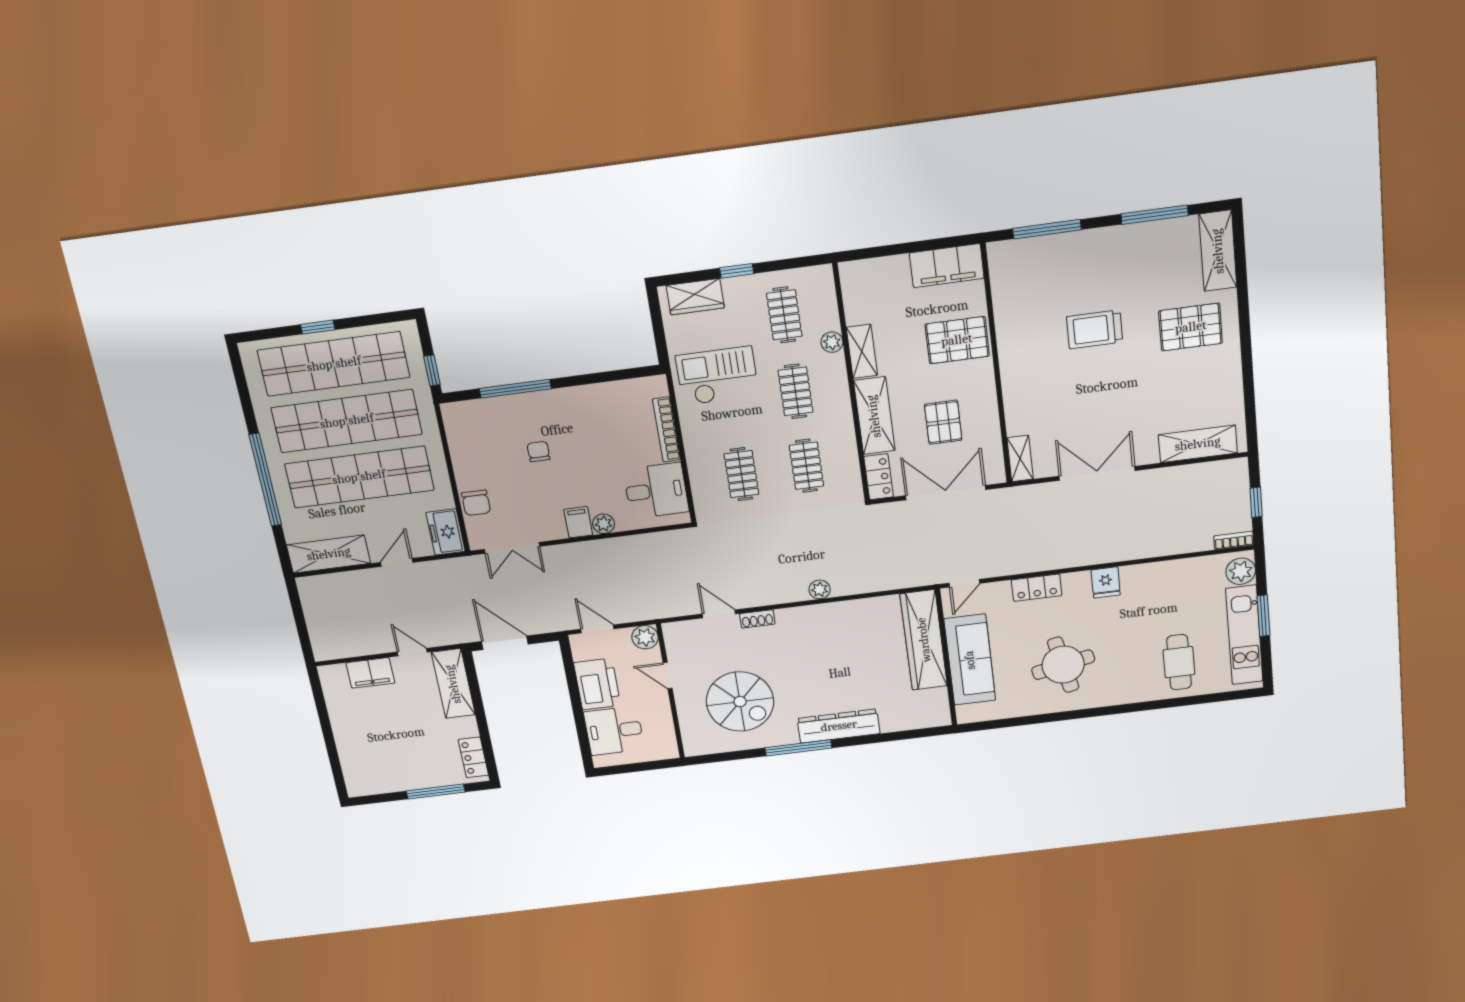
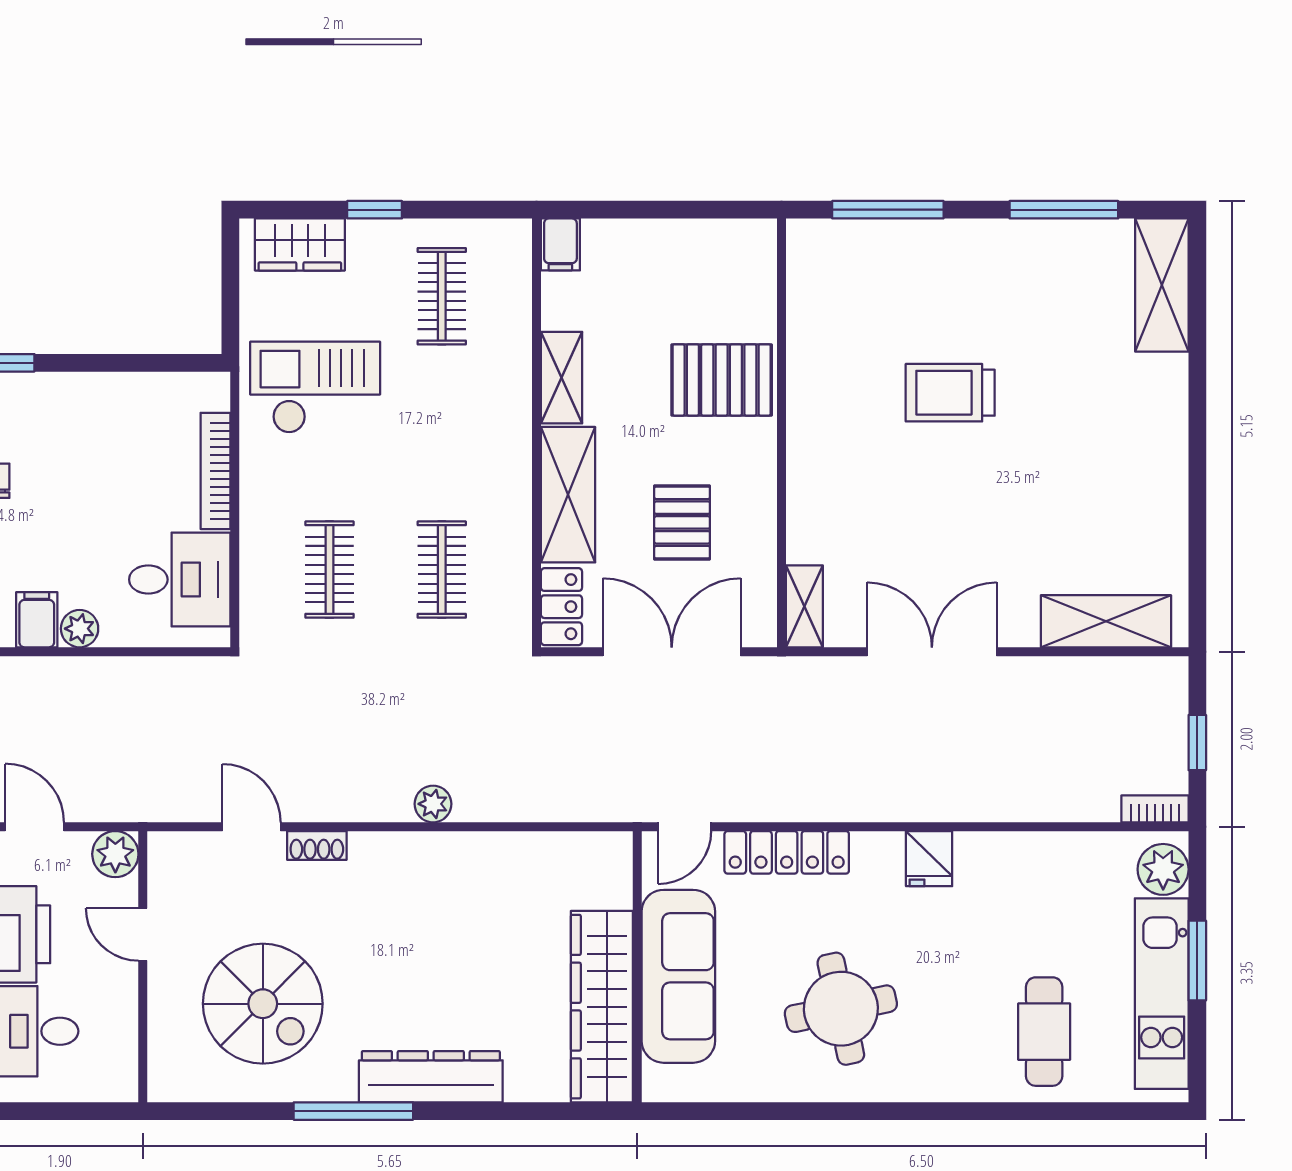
filing cabinet: (947, 266) -> (560, 244), moved, width x0.33, depth x0.86
pallet: (1191, 327) -> (1108, 411), removed
plant: (832, 342) -> (514, 355), removed
clothes rail: (795, 391) -> (442, 433), removed
locker: (1037, 588) -> (787, 852), width x1.53
wardrobe: (924, 640) -> (602, 1007), moved

